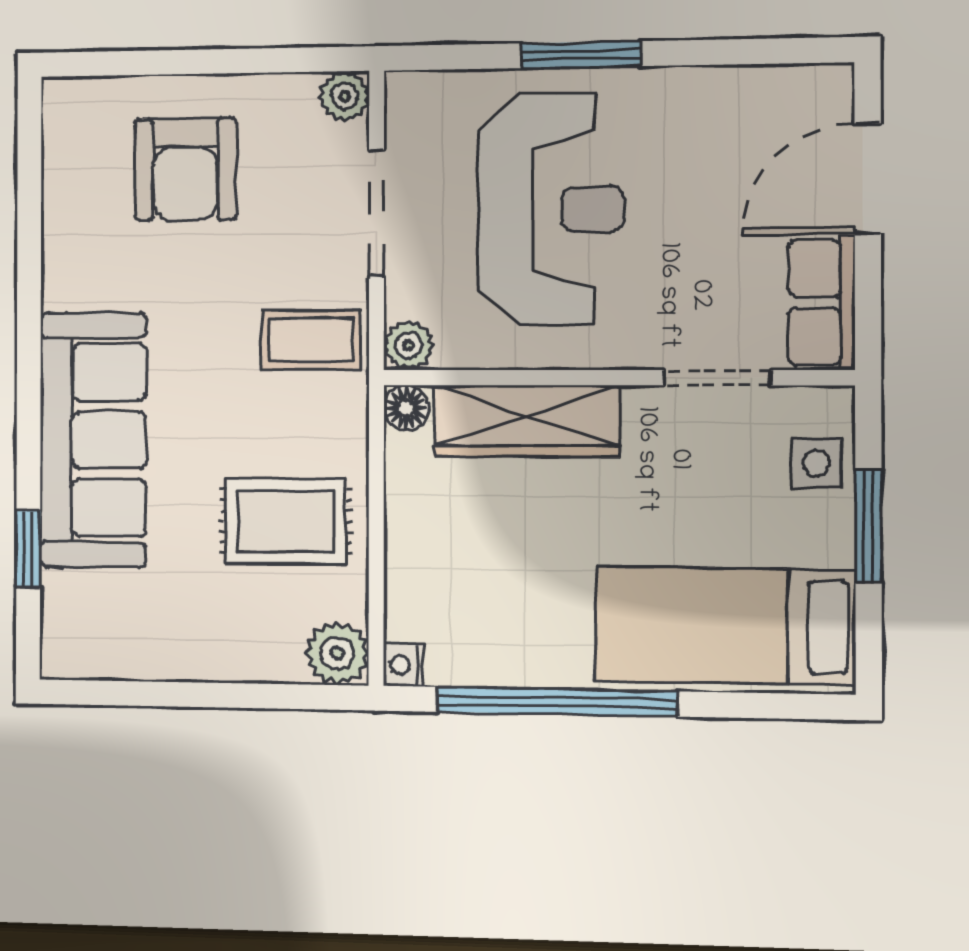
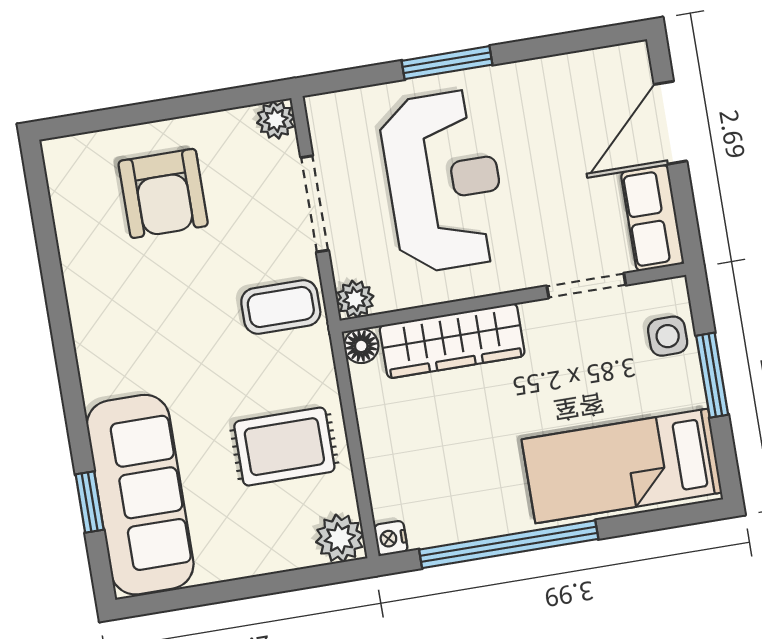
sofa: (93, 440) -> (140, 495), moved

